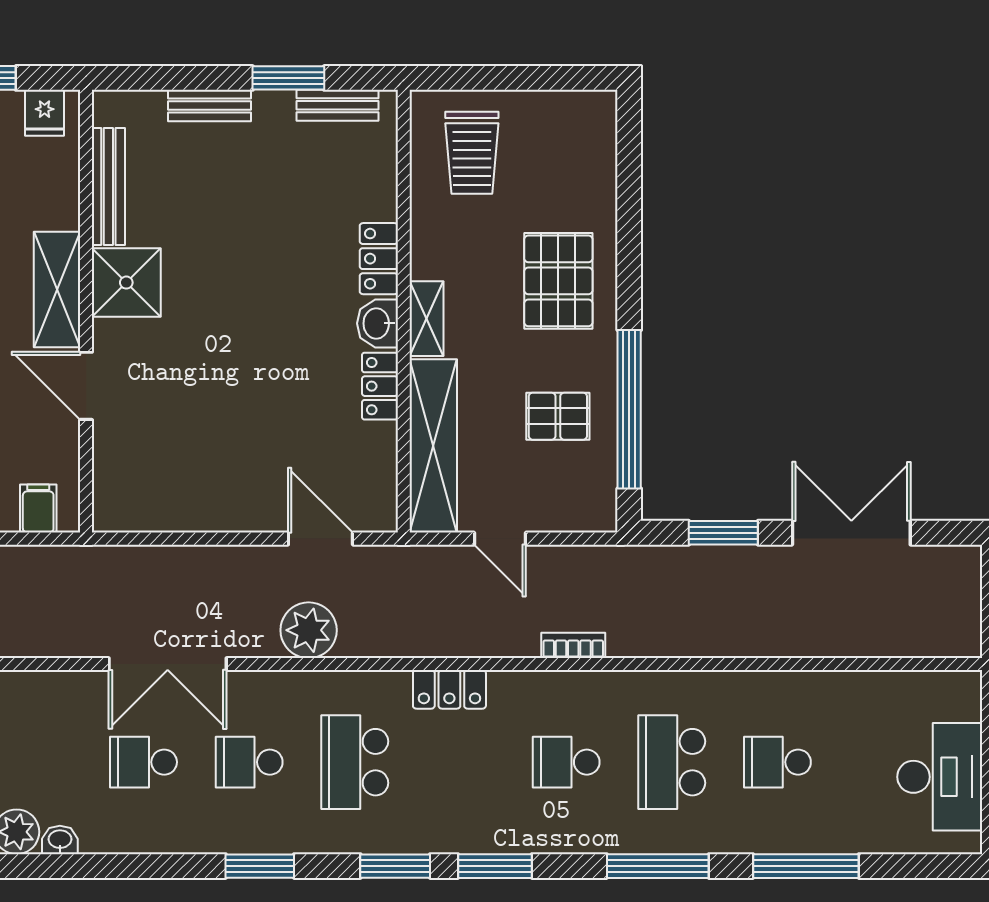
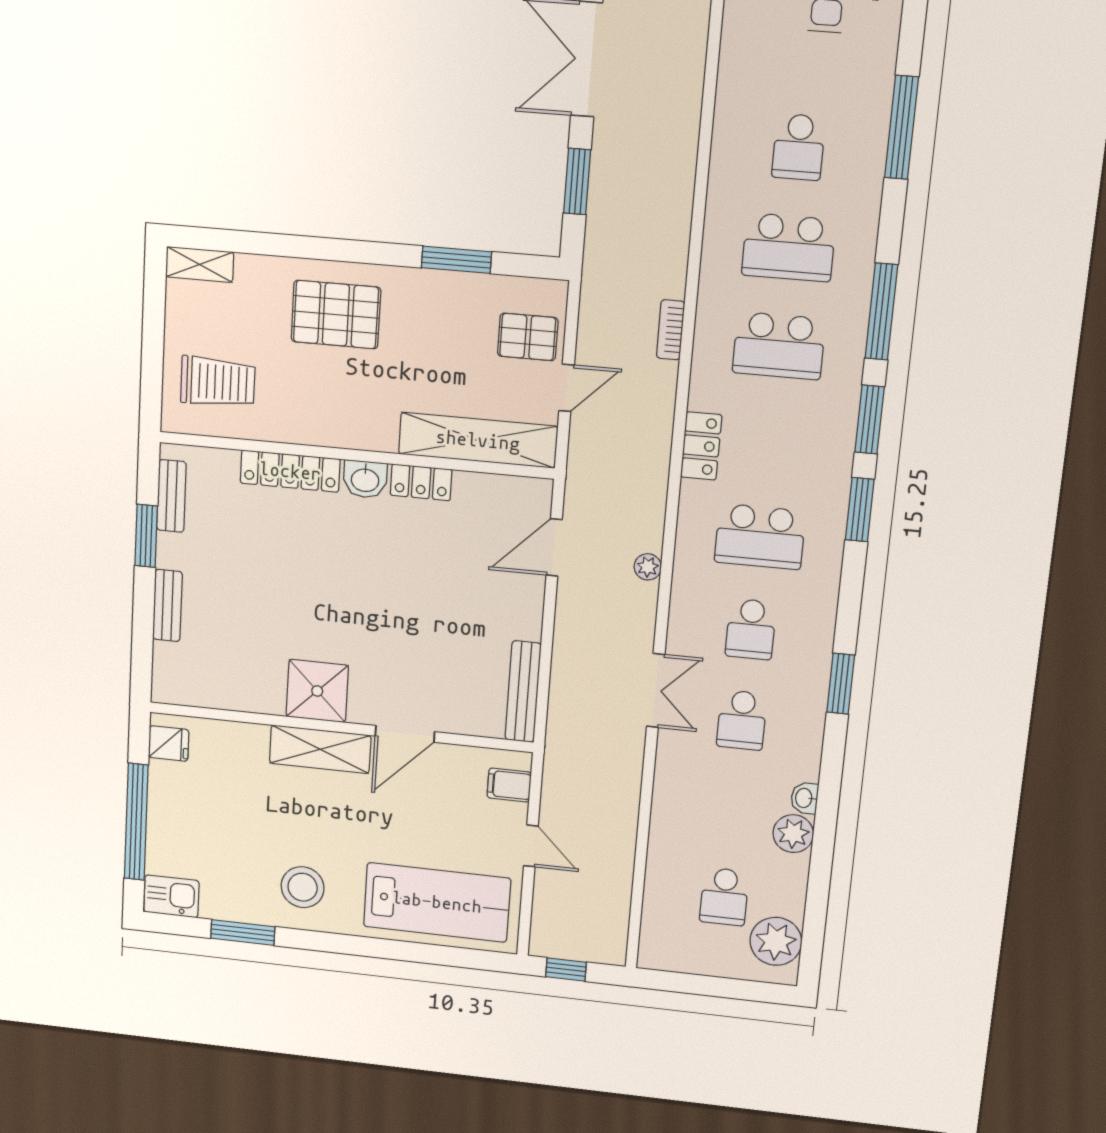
bench: (108, 186) -> (523, 692), moved, turned 90
locker: (379, 259) -> (290, 471), width x1.53
shelving: (426, 319) -> (200, 264), moved
window: (629, 409) -> (456, 260), width x0.47
pallet: (558, 416) -> (528, 337), moved, turned 90
plant: (309, 630) -> (648, 567), width x0.53, depth x0.53
double door: (168, 664) -> (656, 691), width x0.73
school desk: (566, 762) -> (779, 346), width x1.85
window: (260, 866) -> (841, 684), moved
window: (658, 866) -> (881, 312), moved

